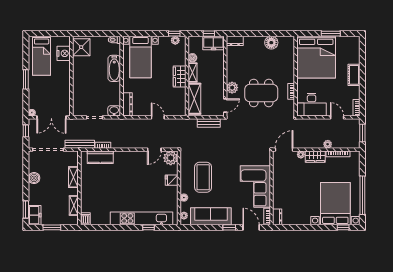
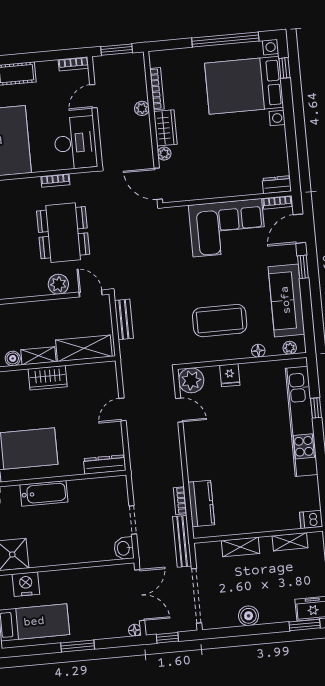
washbasin: (114, 111) -> (124, 548), moved

